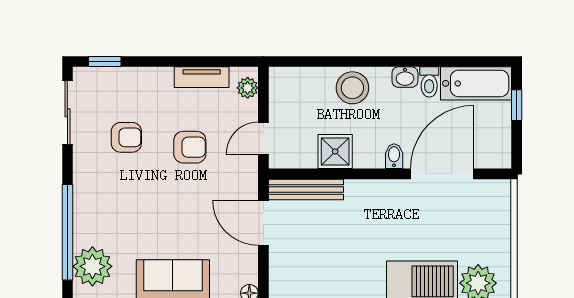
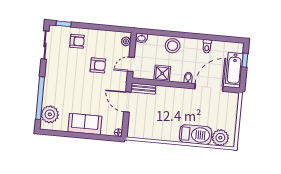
tv unit: (202, 77) -> (106, 35), removed
washbasin: (405, 77) -> (141, 38), moved
bathtub: (476, 83) -> (234, 69), moved, turned 90
armchair: (126, 137) -> (77, 41), moved
bench: (306, 190) -> (143, 89), width x0.73

